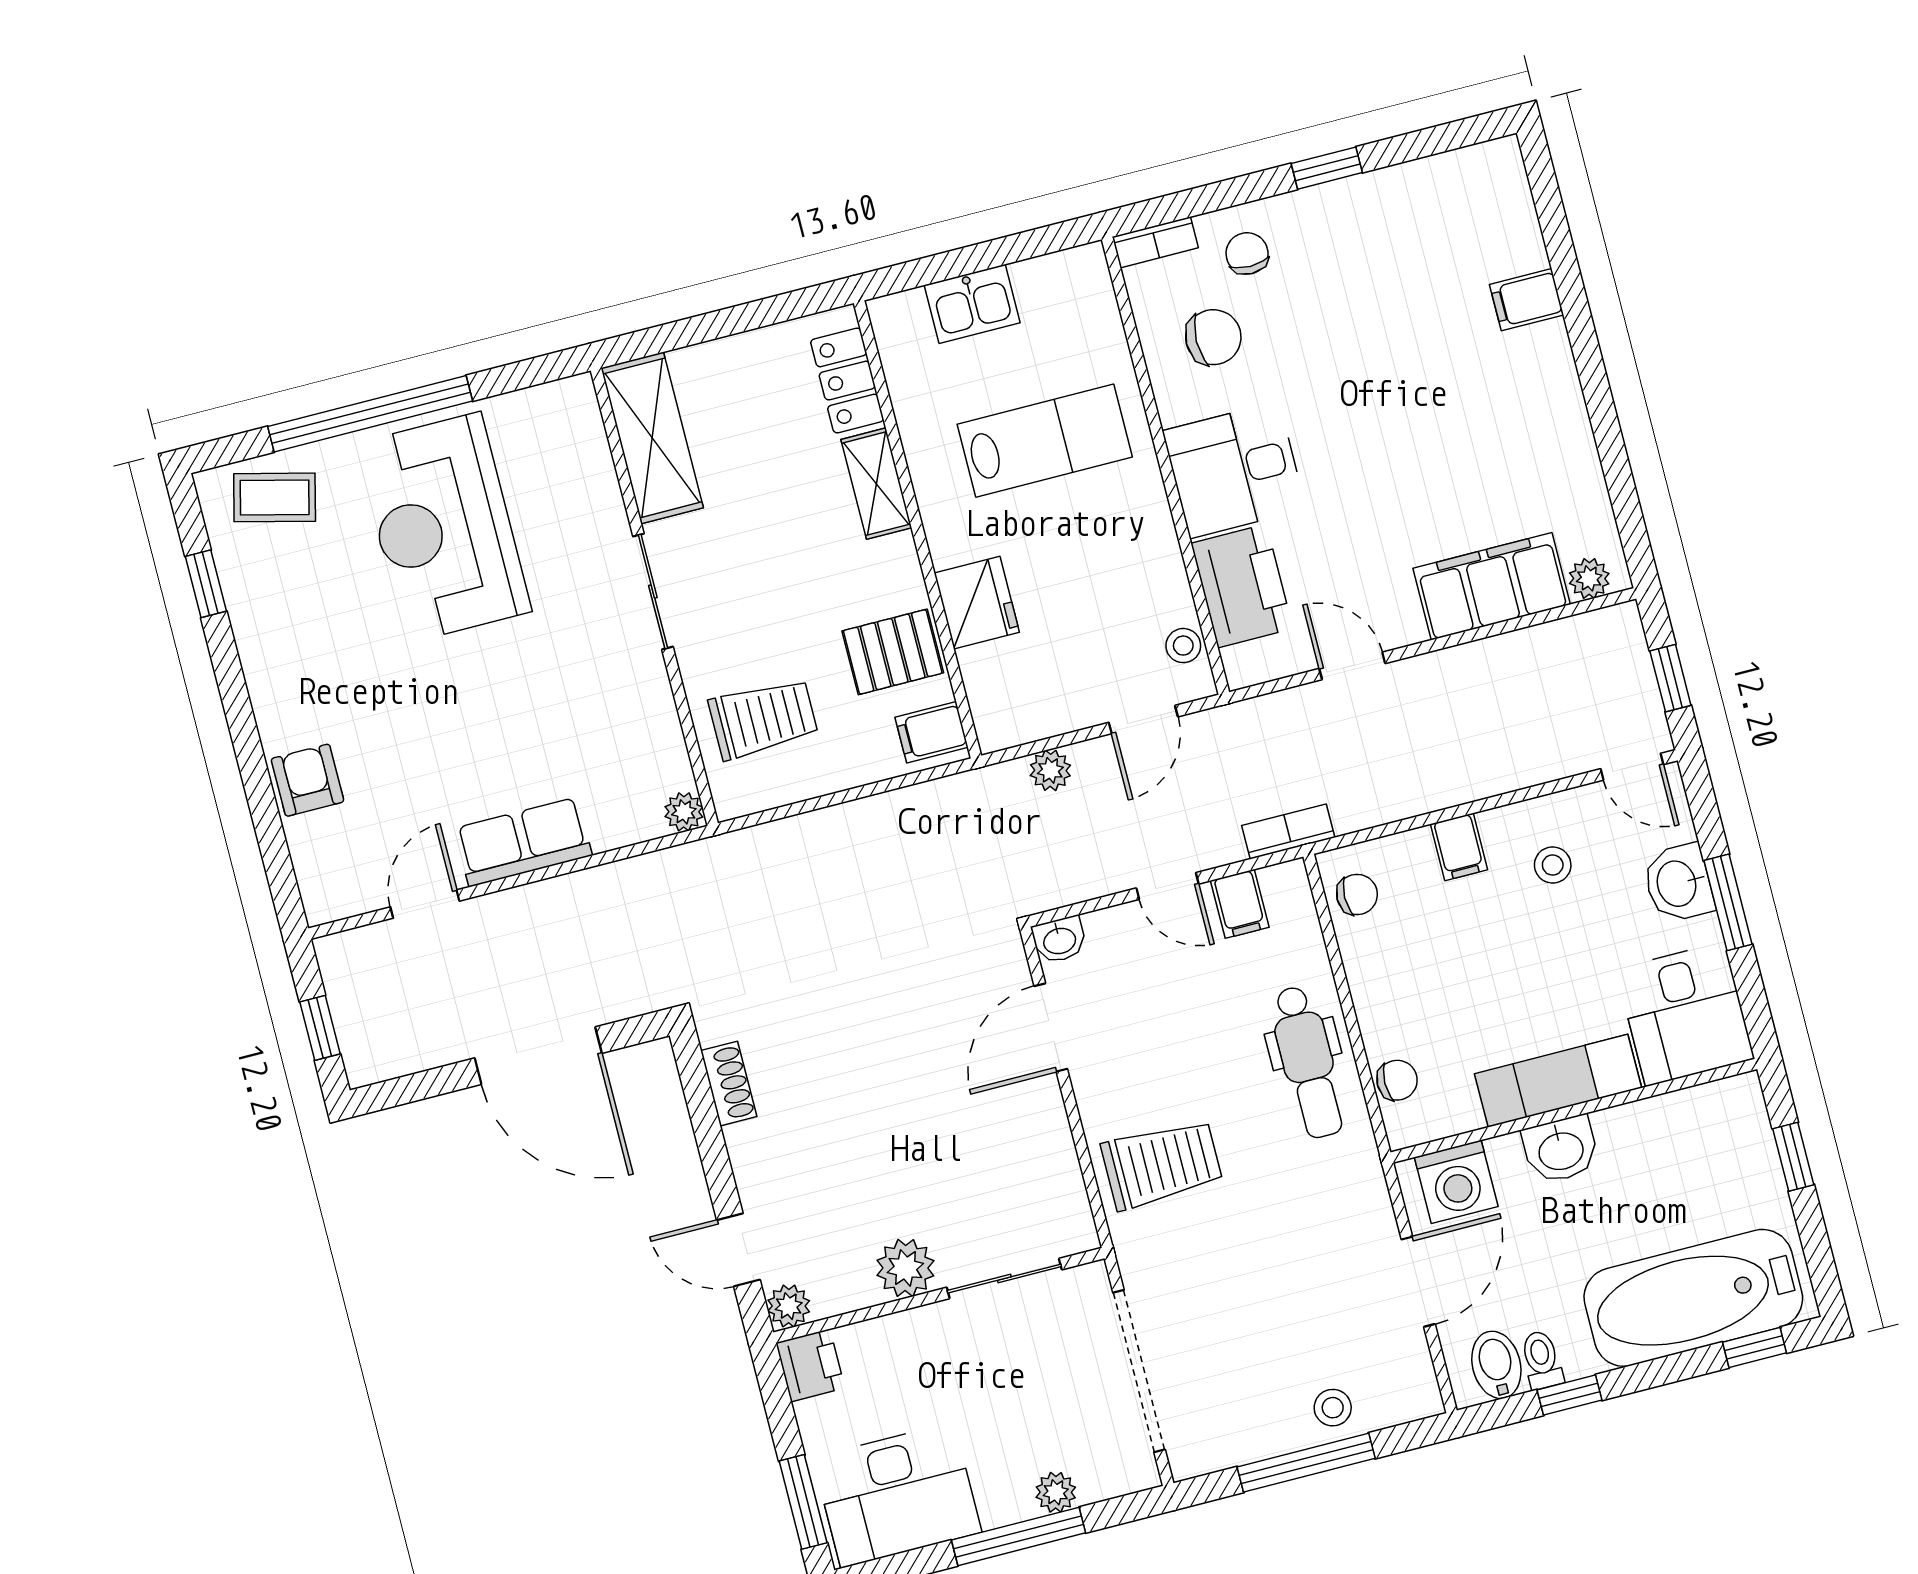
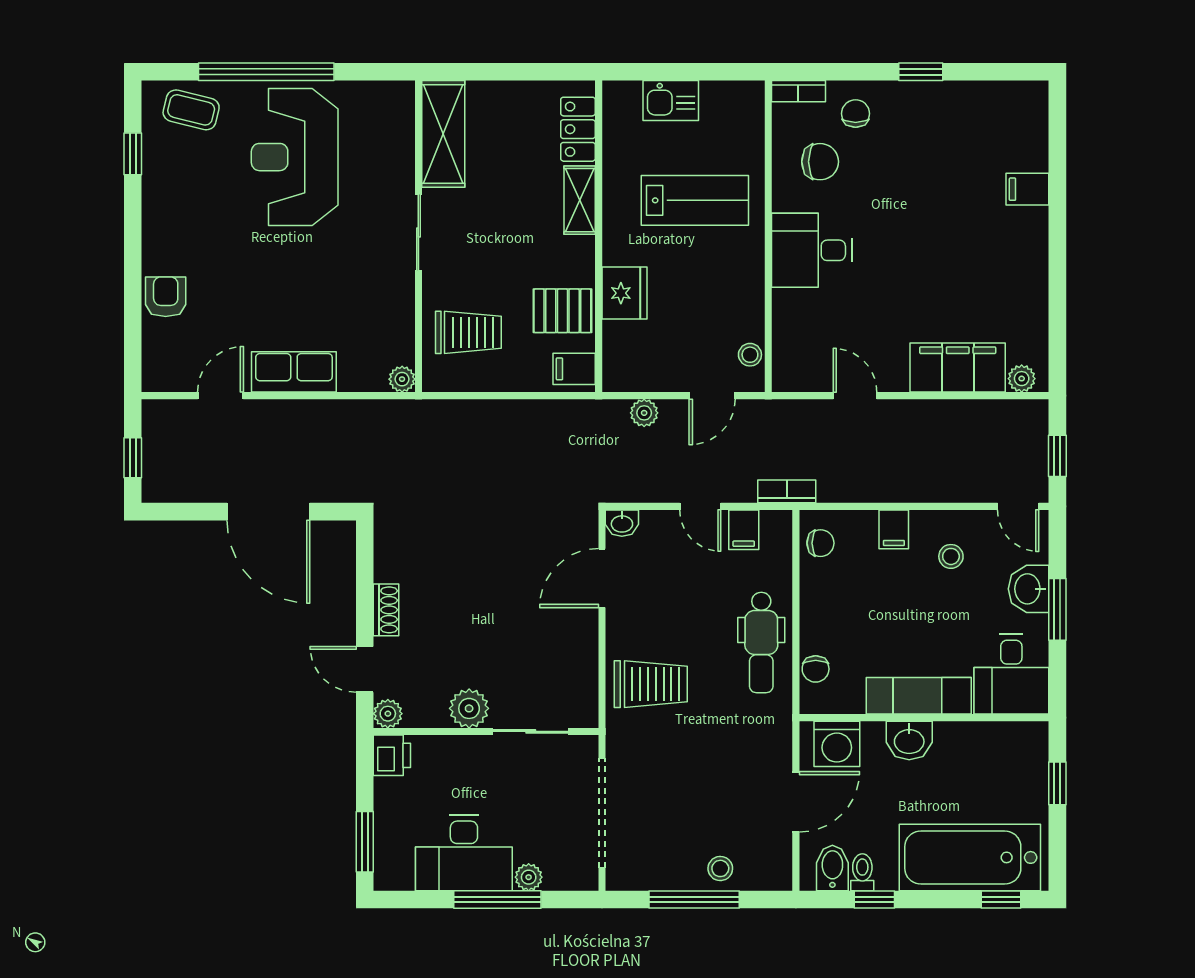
printer: (1242, 586) -> (797, 326), removed
chair: (1397, 1080) -> (816, 669), turned 90
shoe rack: (729, 1084) -> (386, 610), moved
desk: (897, 1495) -> (464, 853), moved

